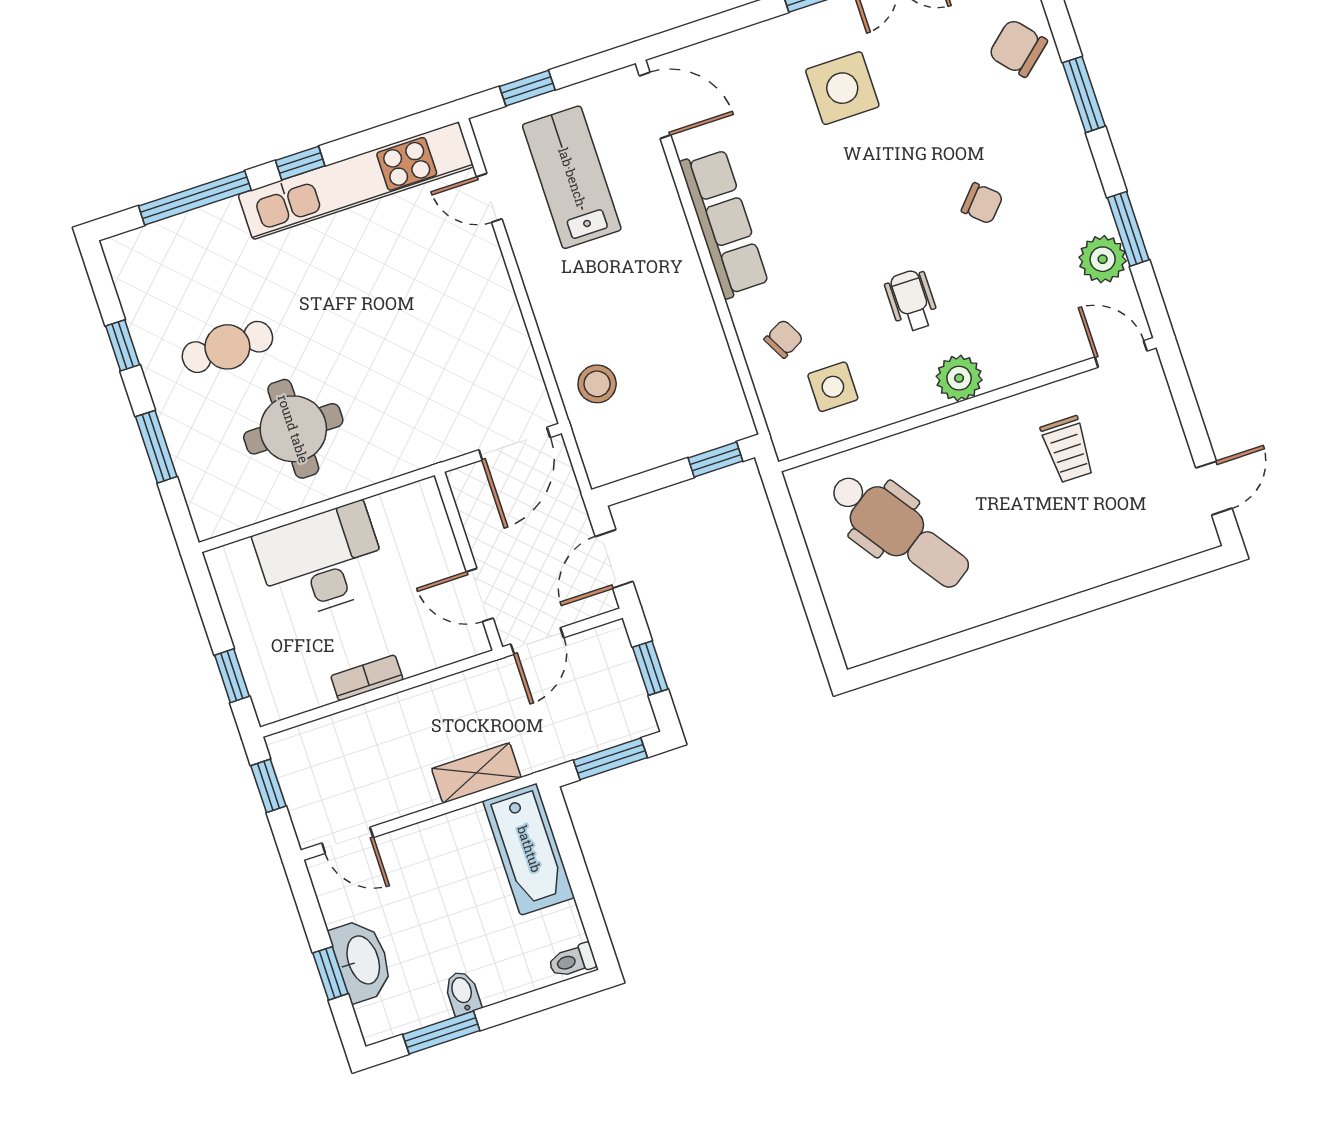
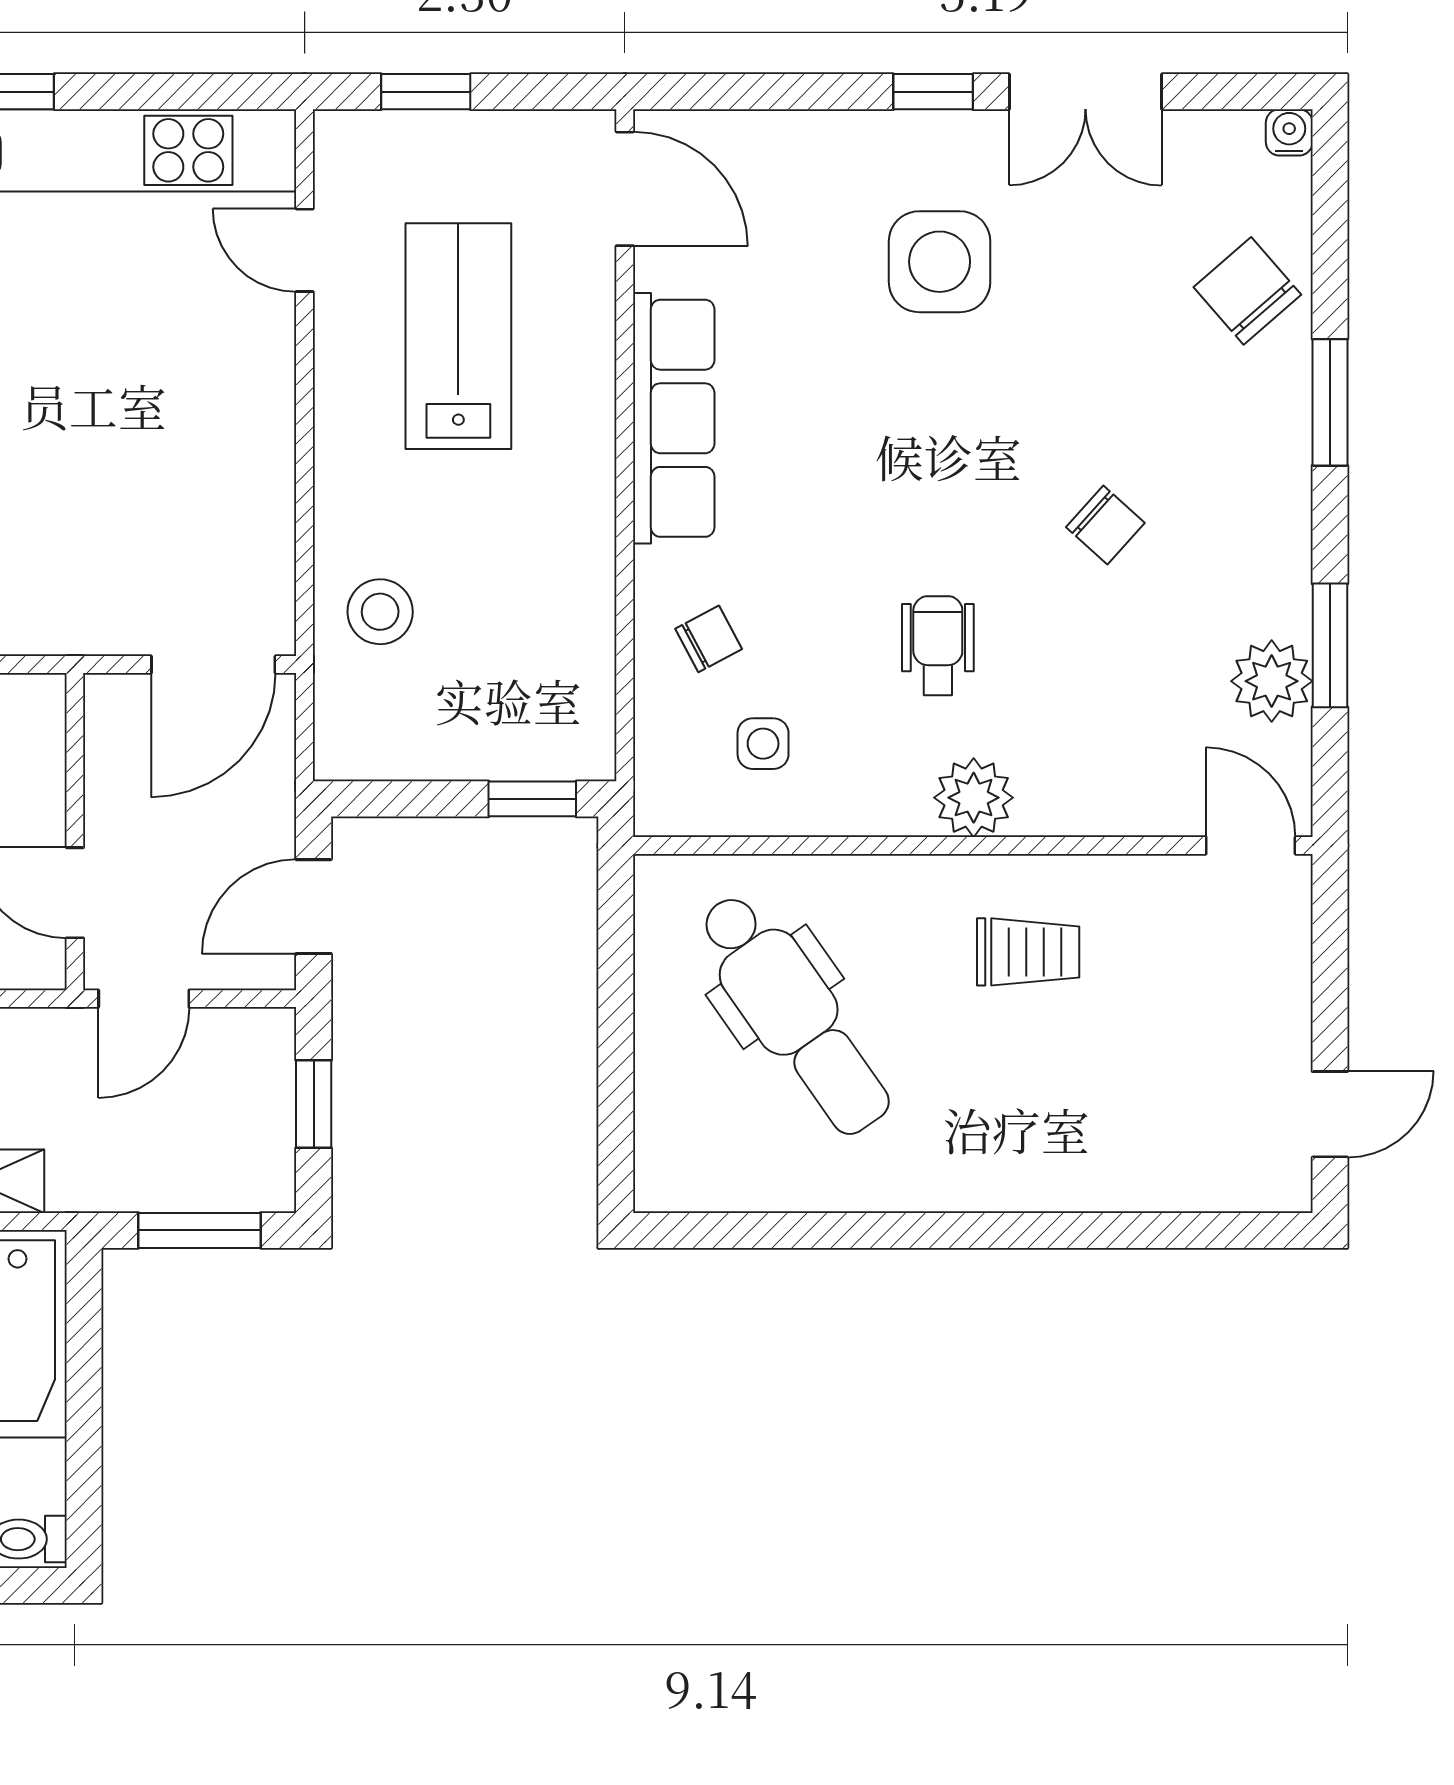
lab bench: (572, 177) -> (458, 336), moved
side table: (833, 387) -> (763, 744), width x0.73, depth x0.73
trolley: (1068, 449) -> (1028, 952), moved, turned -90

